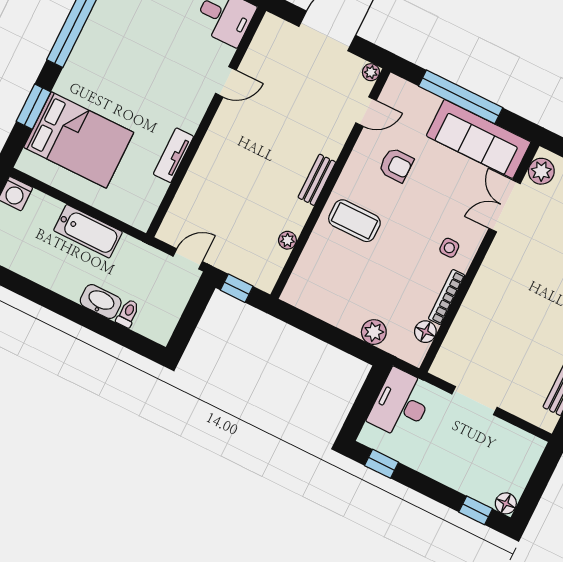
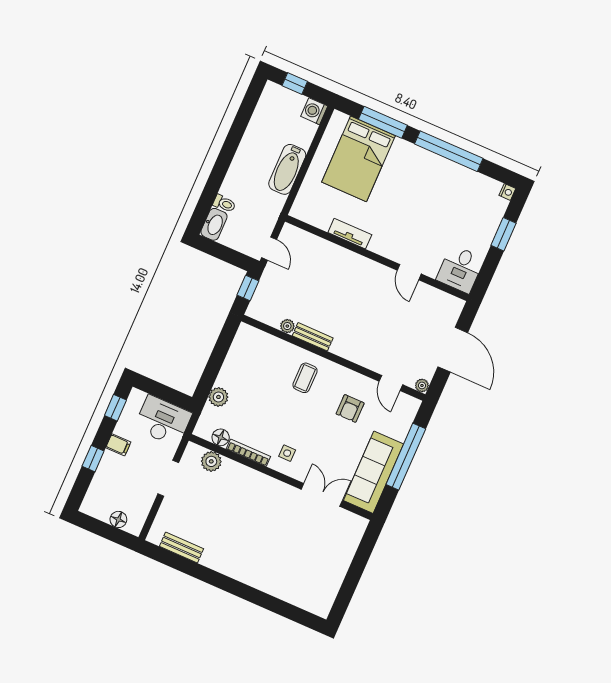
window: (34, 107) -> (383, 122), width x1.44
plant: (541, 171) -> (211, 461), moved
bench: (317, 180) -> (313, 337), moved
coffee table: (354, 221) -> (305, 378), width x0.73, depth x0.77
washbasin: (101, 302) -> (214, 224), moved
filing cabinet: (429, 462) -> (118, 445), added
floor lamp: (506, 503) -> (118, 519), moved
window: (476, 510) -> (93, 459), moved

